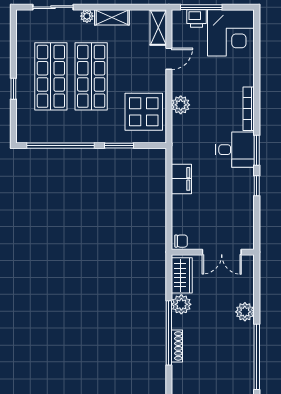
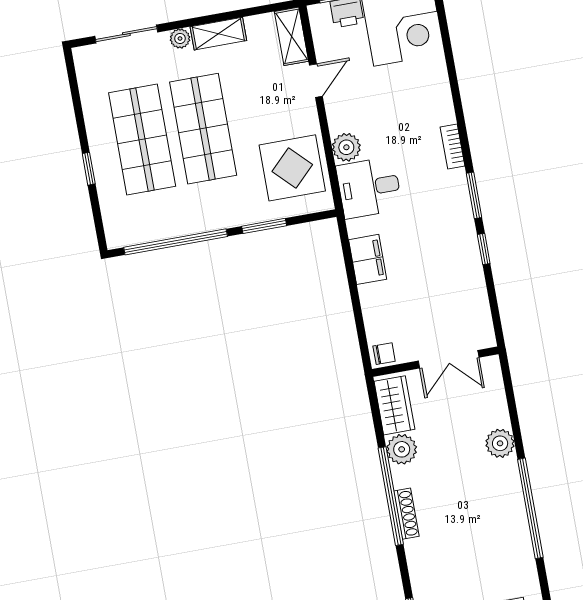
bookcase: (249, 109) -> (453, 147), width x0.64
desk: (235, 150) -> (369, 188), moved, turned 180

